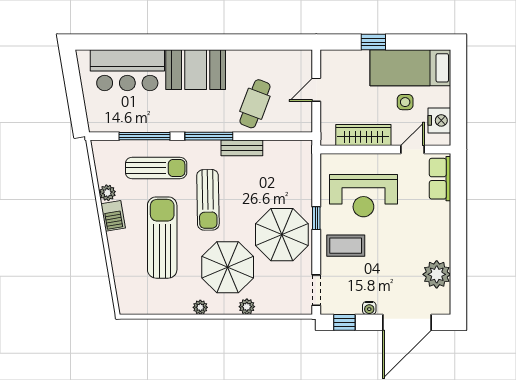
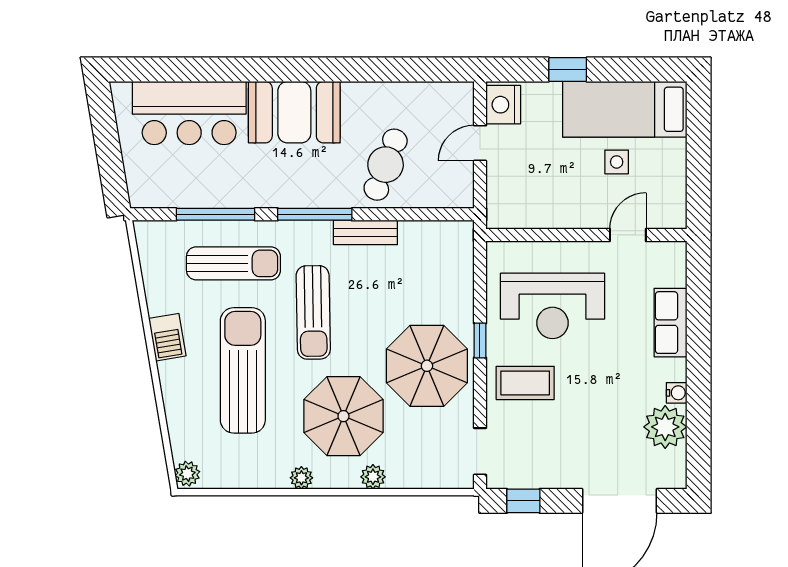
nightstand: (439, 120) -> (503, 105), moved, turned 180
wardrobe: (363, 135) -> (552, 213), removed
row of seats: (440, 179) -> (670, 323), moved
plant: (107, 193) -> (187, 474), moved
water cooler: (369, 308) -> (677, 393), moved, turned -90

